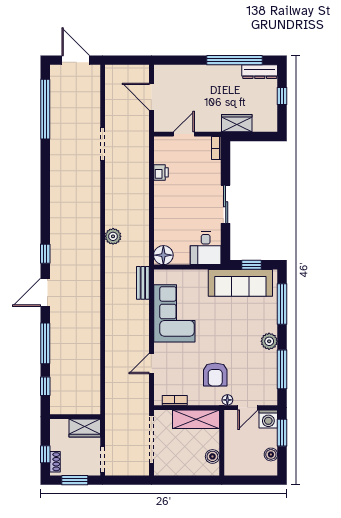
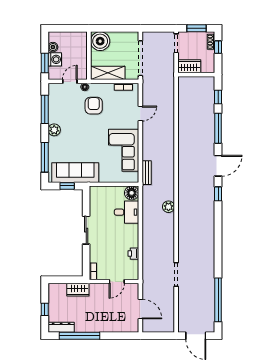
desk: (206, 248) -> (127, 212), moved, turned 90
washing machine: (268, 419) -> (55, 59), moved, turned 90
boiler: (212, 456) -> (100, 41), width x1.86, depth x1.86

